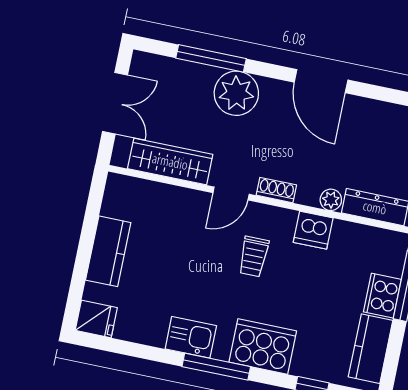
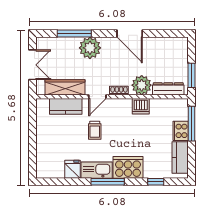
plant: (331, 200) -> (142, 85), width x1.88, depth x1.88
kitchen counter: (108, 251) -> (66, 106), moved, turned 90
trolley: (254, 257) -> (95, 130), moved
fridge: (96, 319) -> (72, 169), moved, turned -90
kitchen sink: (191, 337) -> (97, 170), width x1.38

